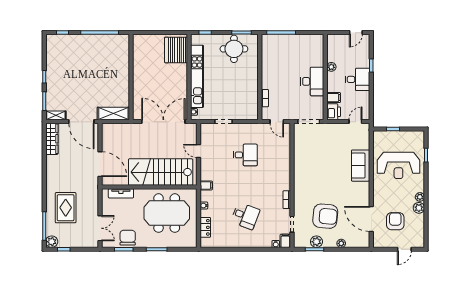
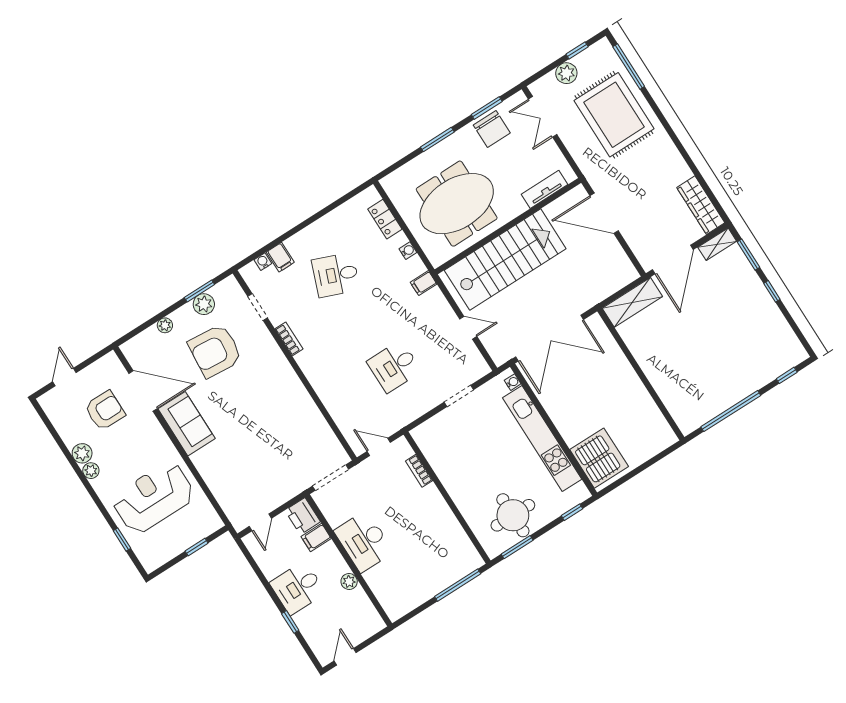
door: (81, 122) -> (673, 260), swing flipped
sofa: (361, 166) -> (187, 424), moved
rug: (66, 208) -> (614, 115), width x1.37, depth x1.44
armchair: (395, 221) -> (105, 411), turned -90
filing cabinet: (285, 241) -> (280, 257), moved
plant: (52, 242) -> (566, 73), moved

